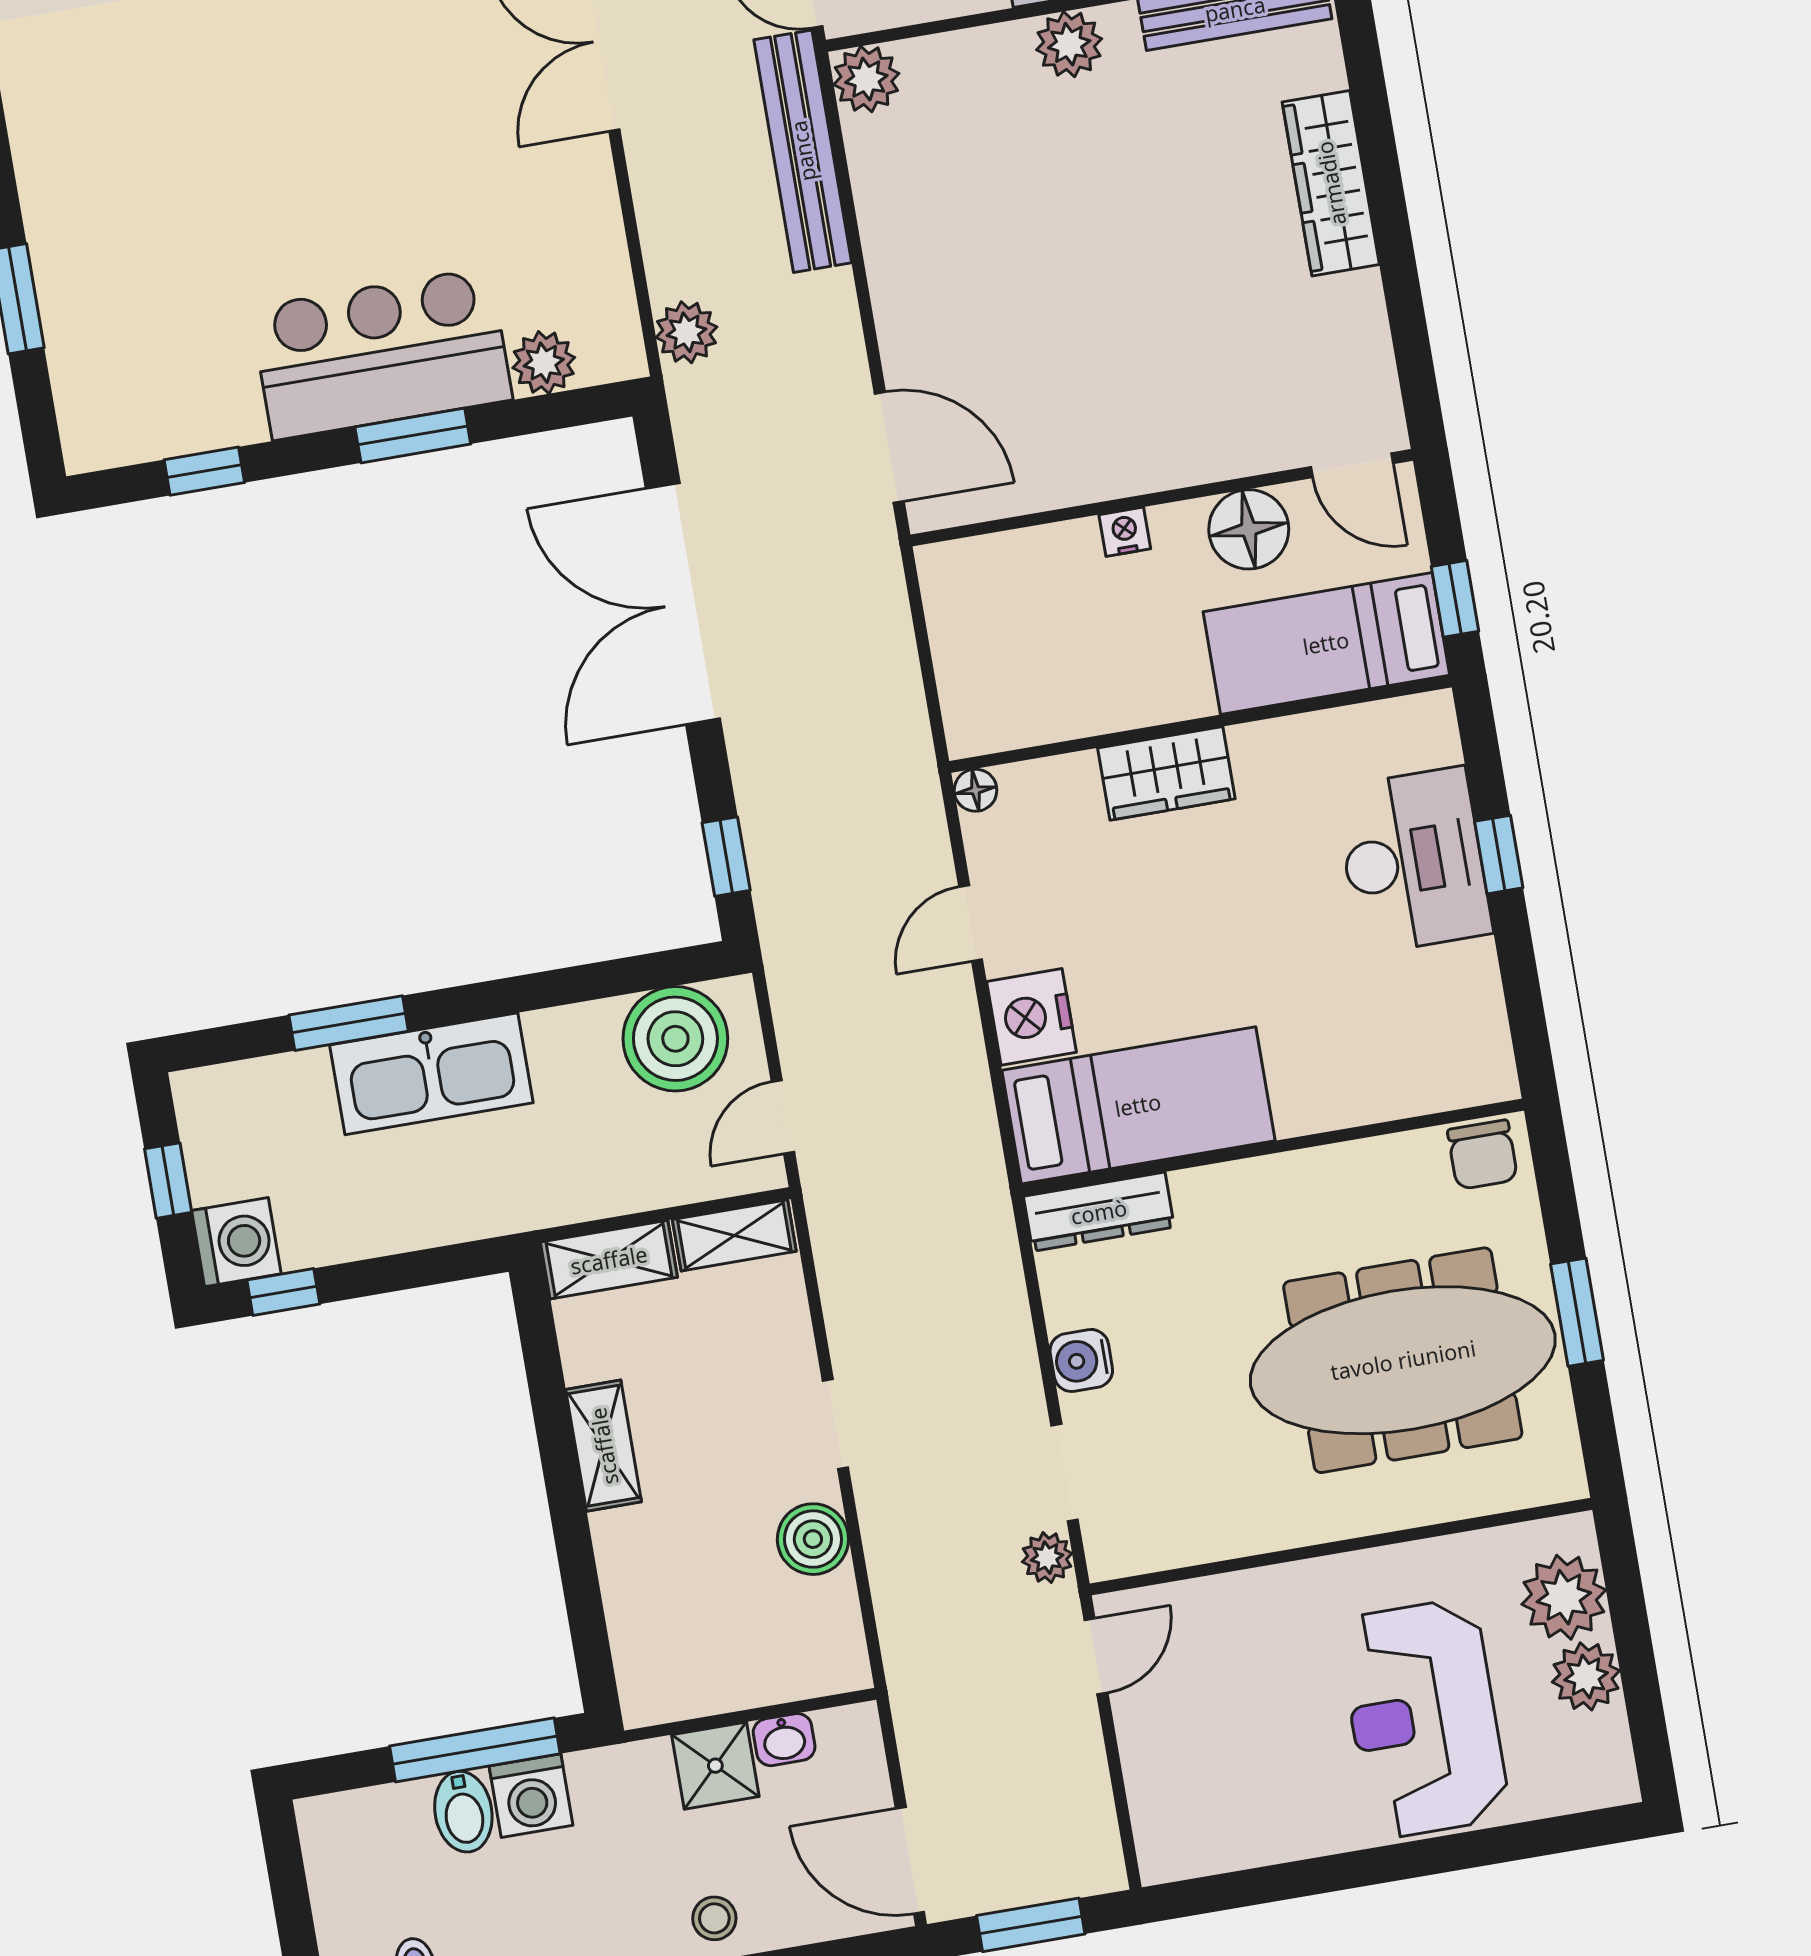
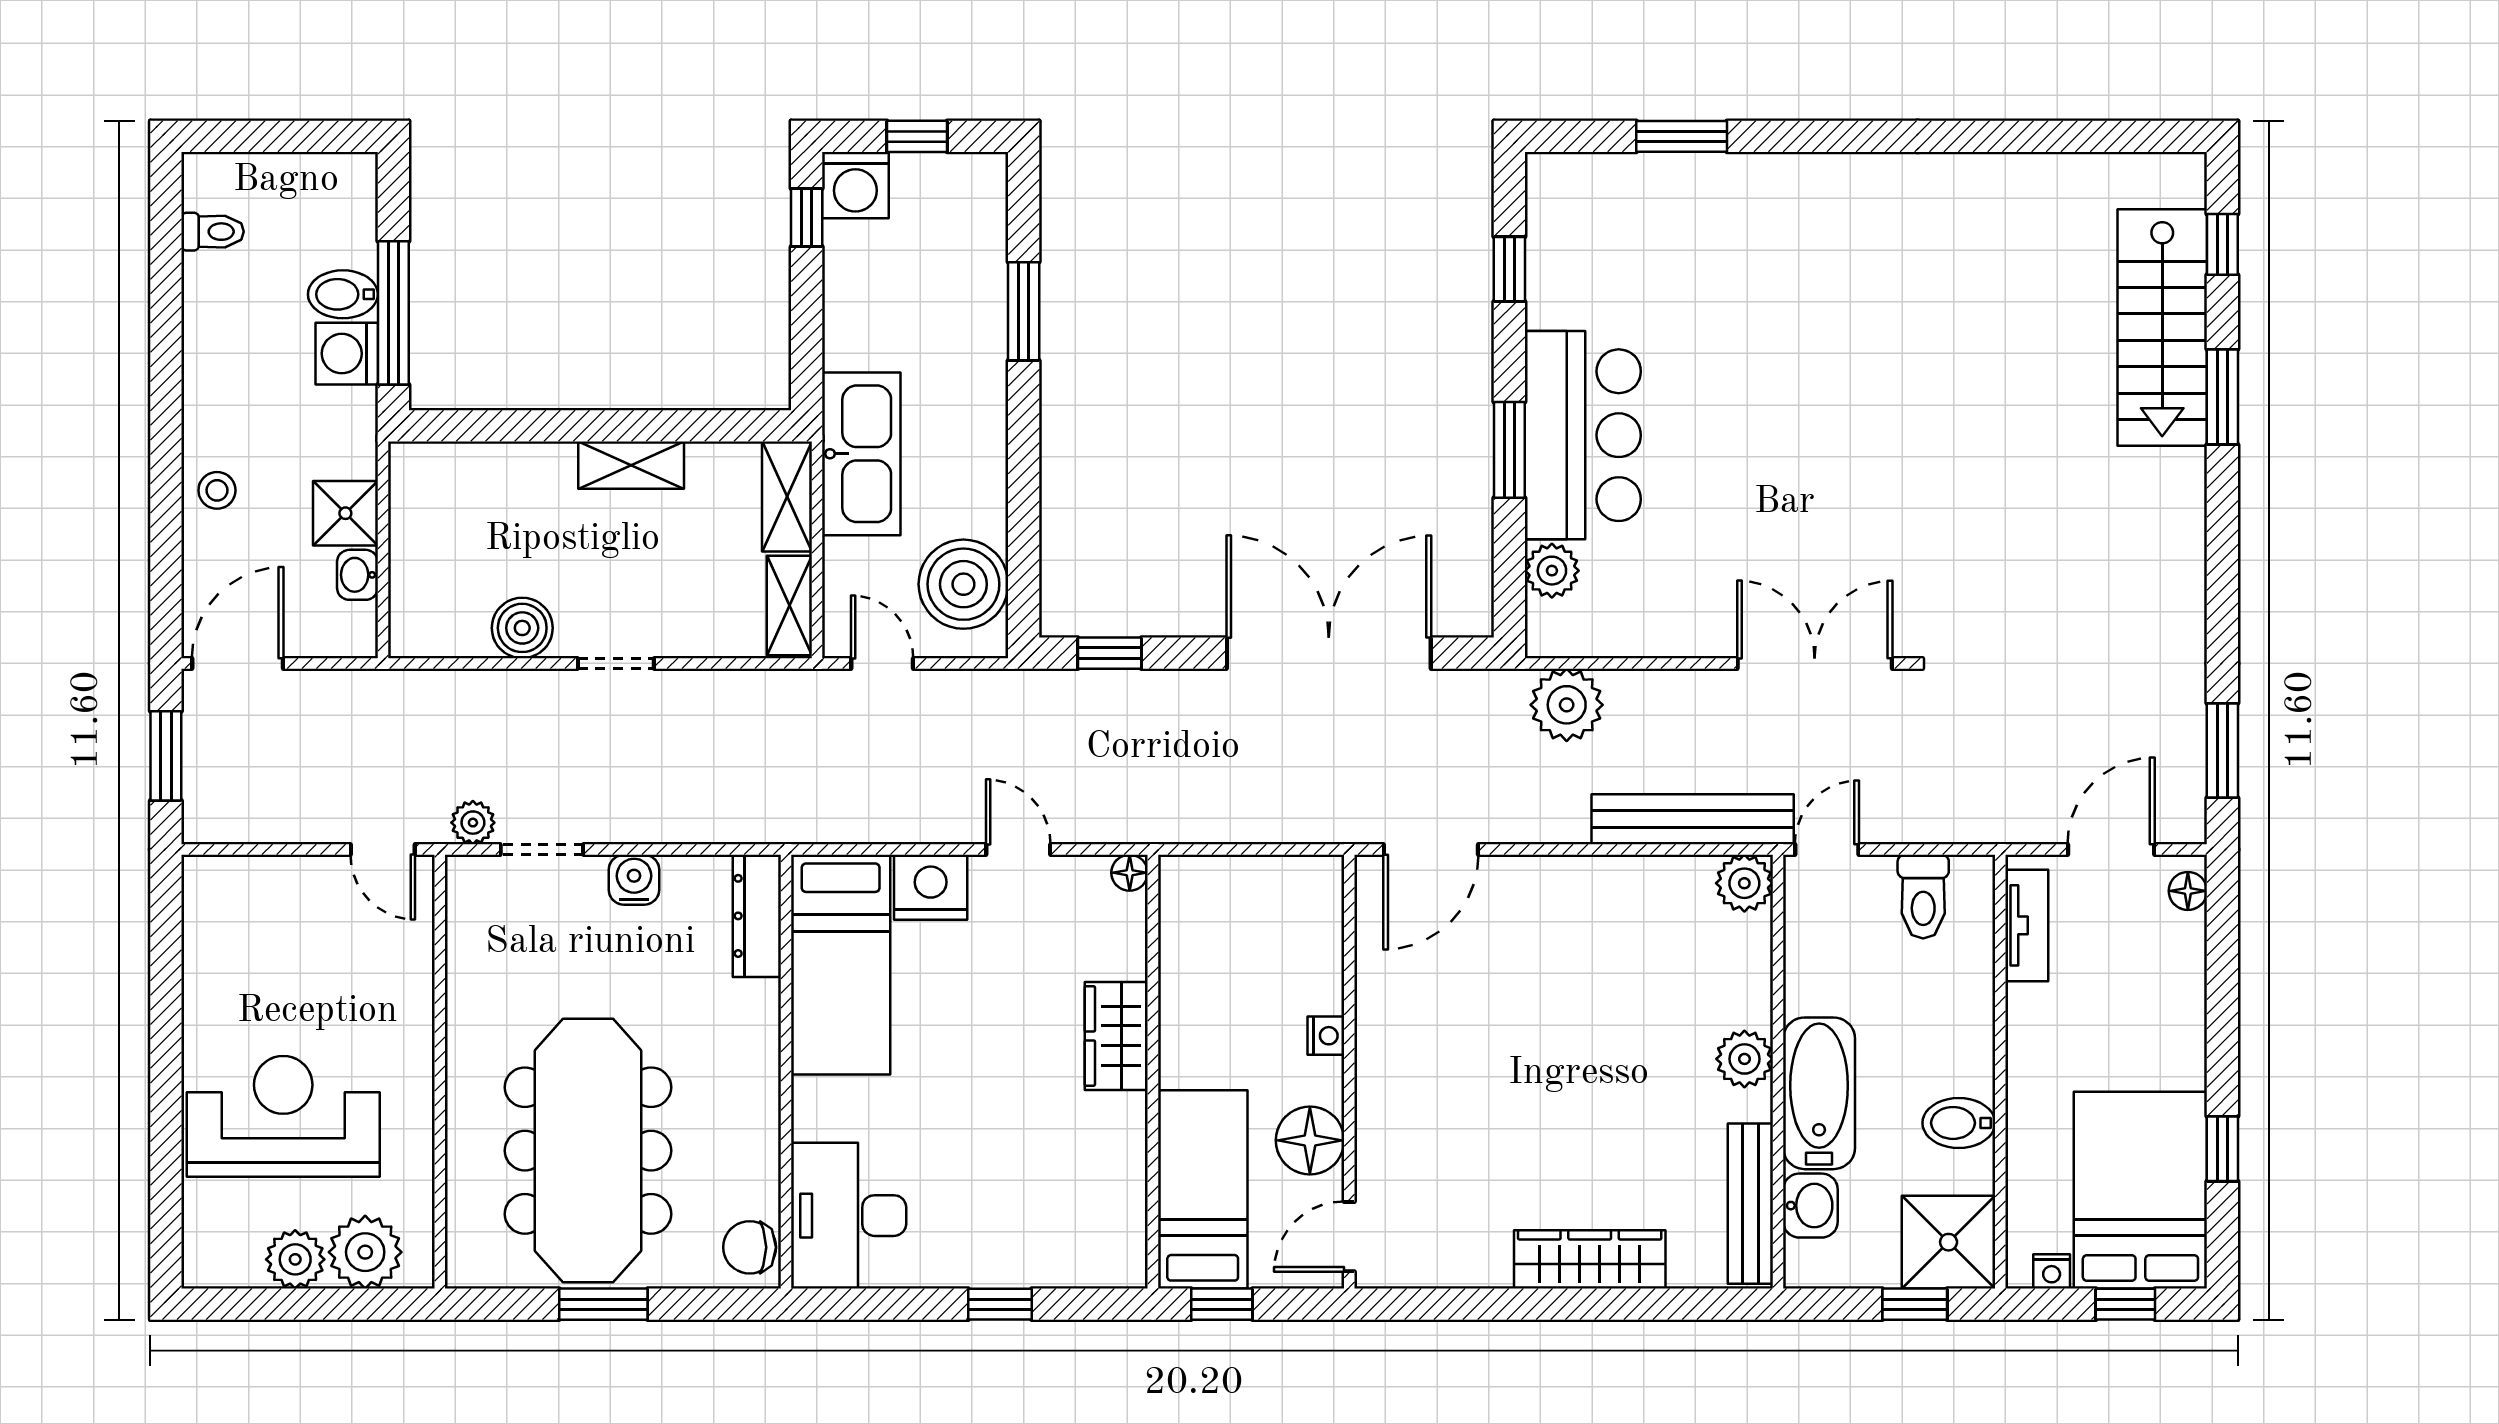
plant: (686, 332) -> (1567, 705), width x1.36, depth x1.36
desk: (1413, 860) -> (849, 1216), moved, turned 90
kitchen sink: (431, 1074) -> (861, 454), moved, turned 180

